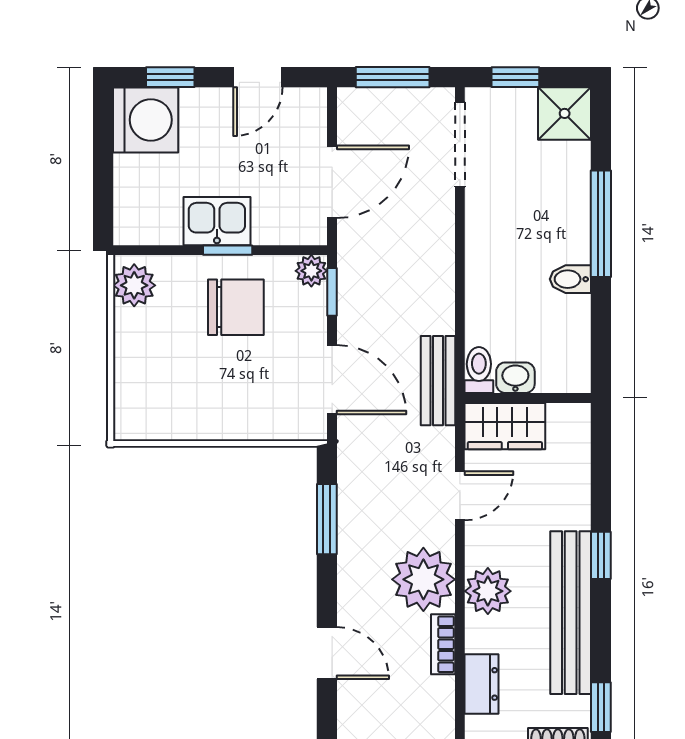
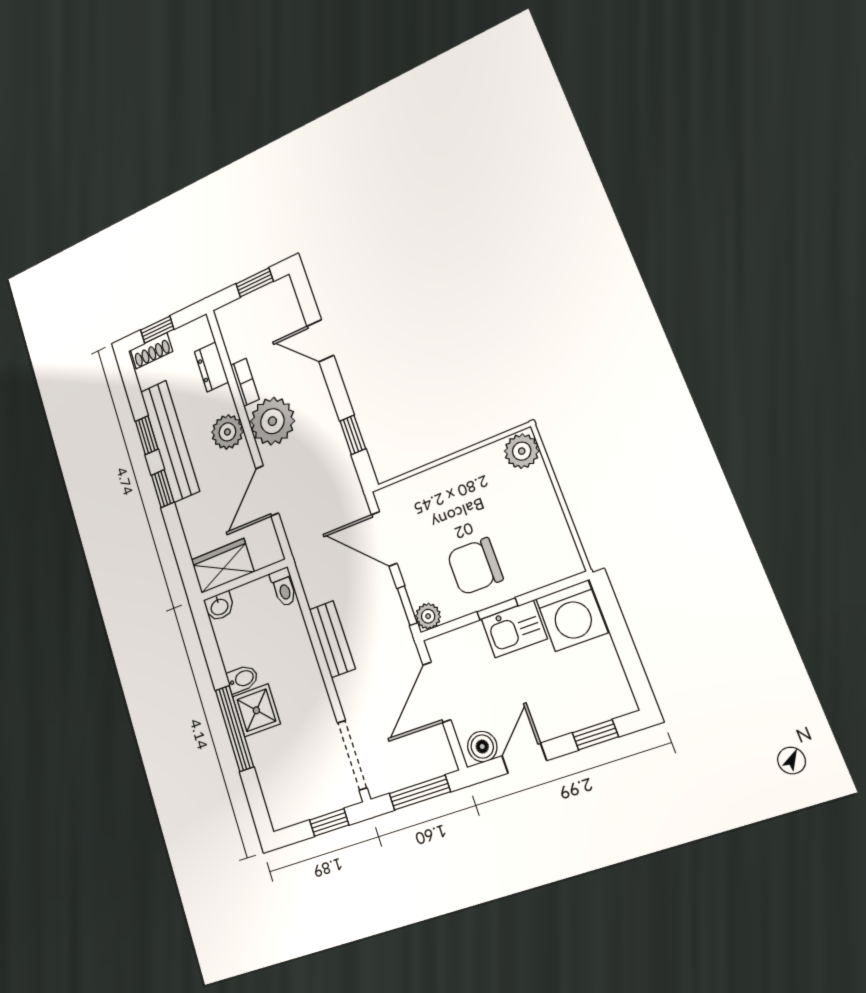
boiler: (301, 105) -> (482, 747), added
shower: (565, 113) -> (256, 710), moved
washing machine: (146, 120) -> (572, 616), moved, turned -90
plant: (134, 285) -> (522, 451), moved
washbasin: (515, 378) -> (219, 606), moved
bench: (438, 381) -> (332, 639), moved
wardrobe: (505, 426) -> (222, 566), moved
door: (460, 496) -> (267, 491), width x1.38
window: (327, 519) -> (353, 435), width x0.67
window: (601, 707) -> (147, 435), moved

